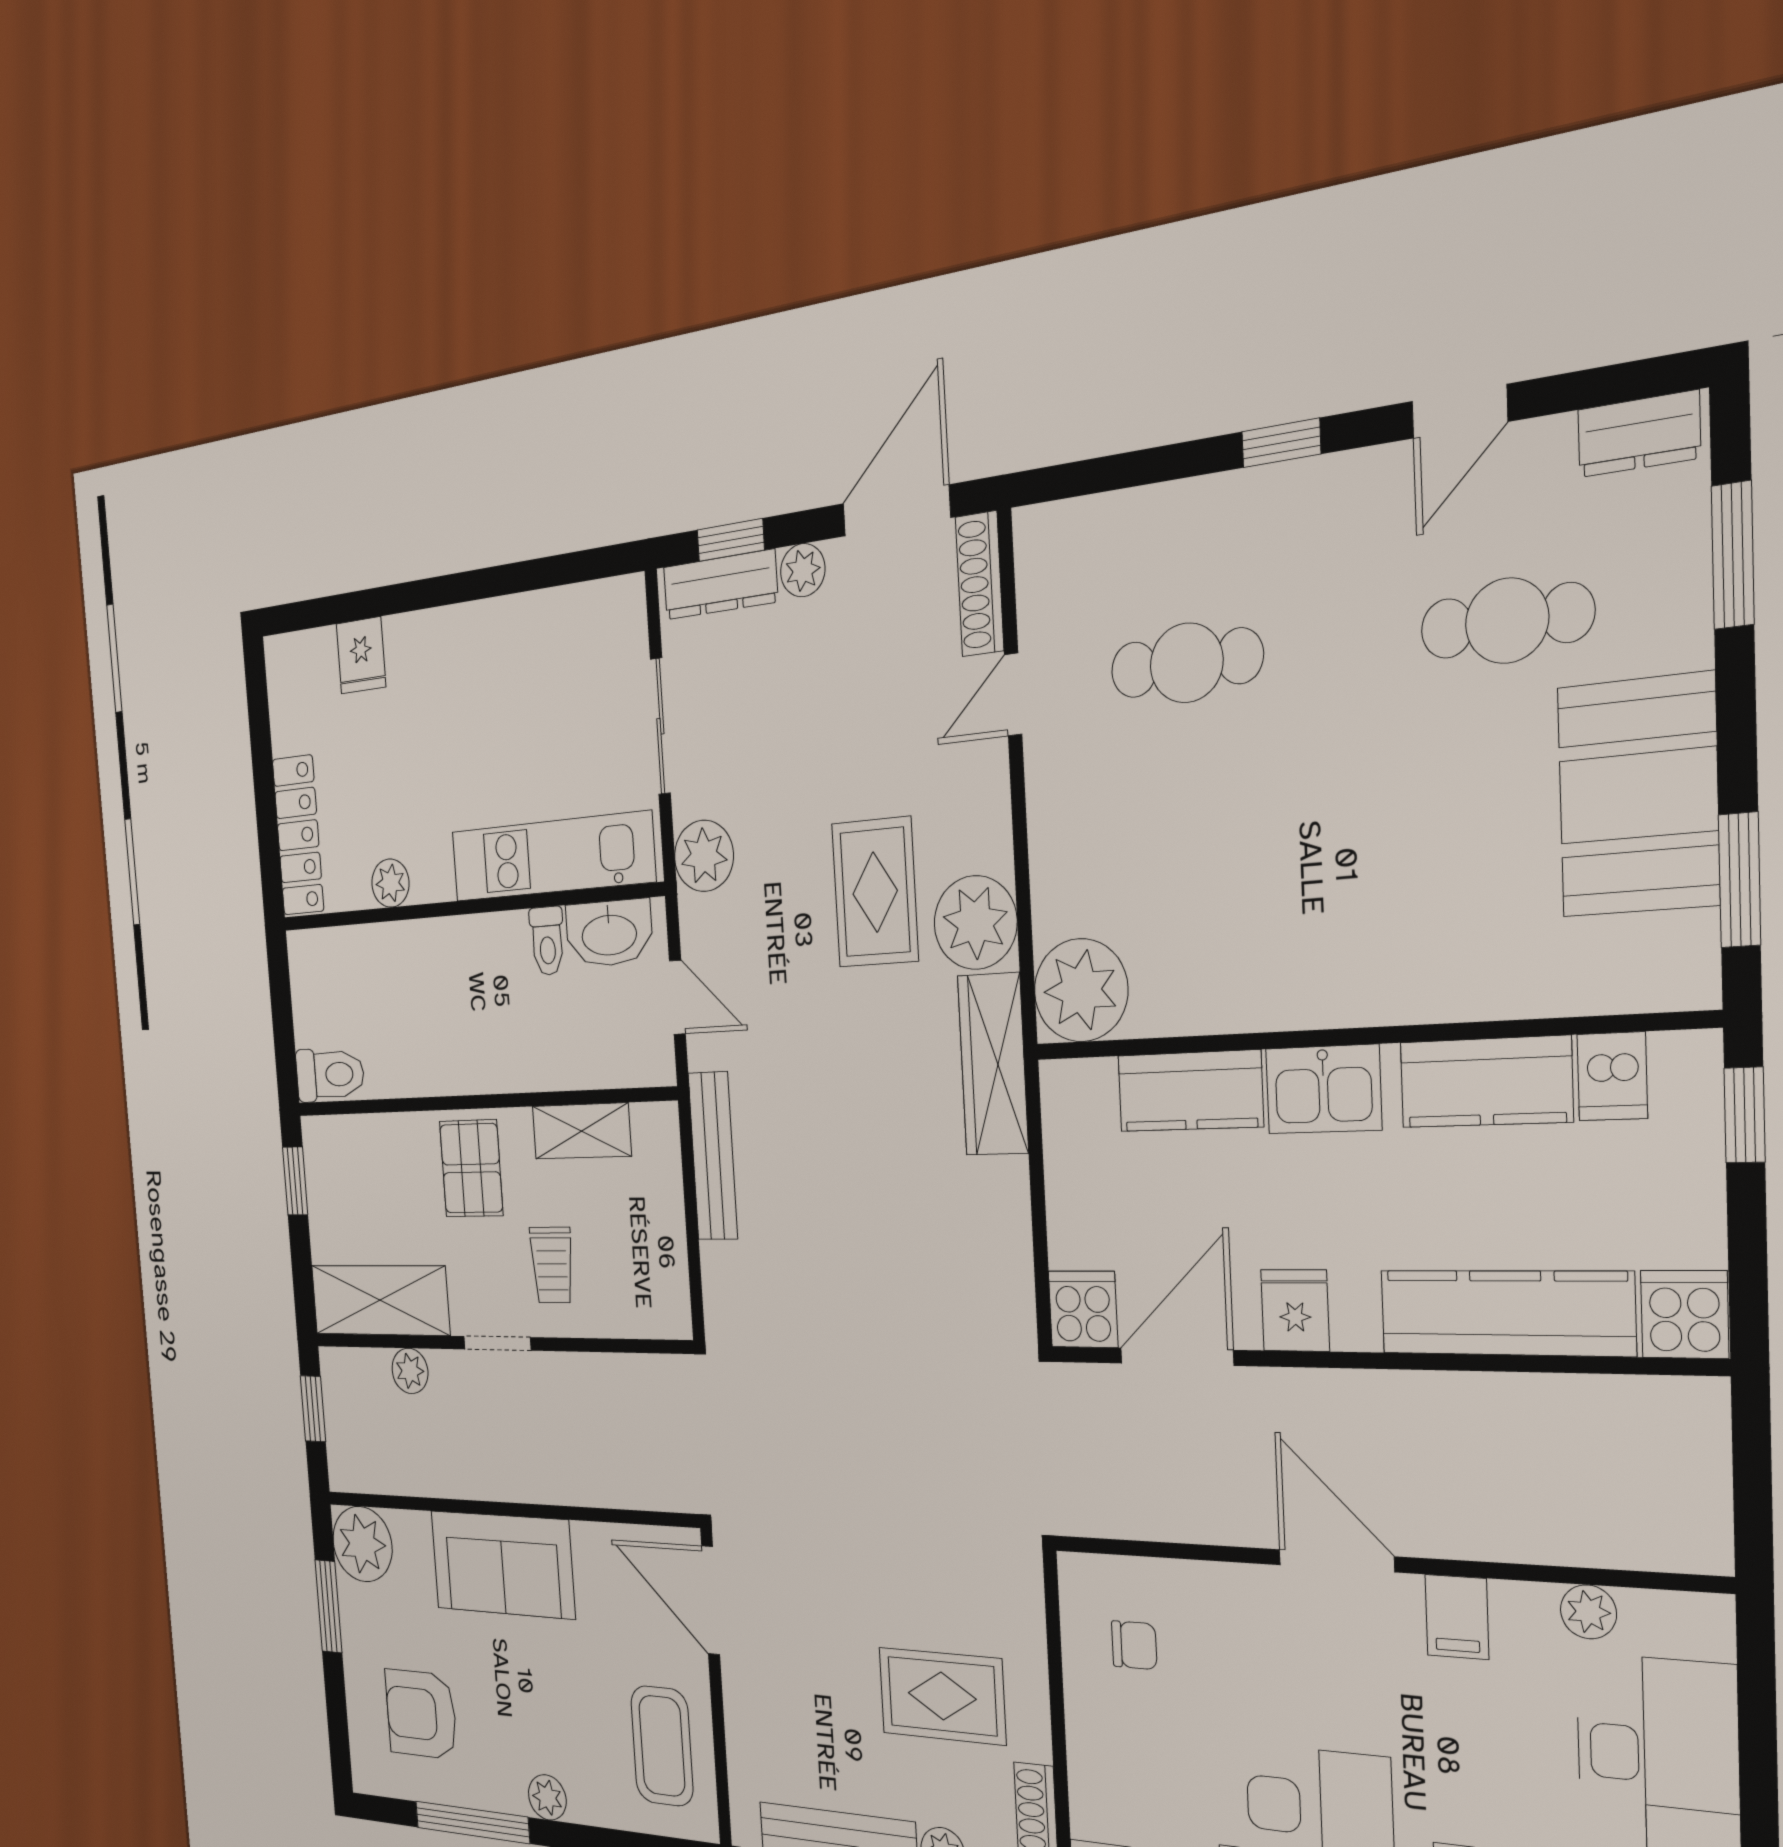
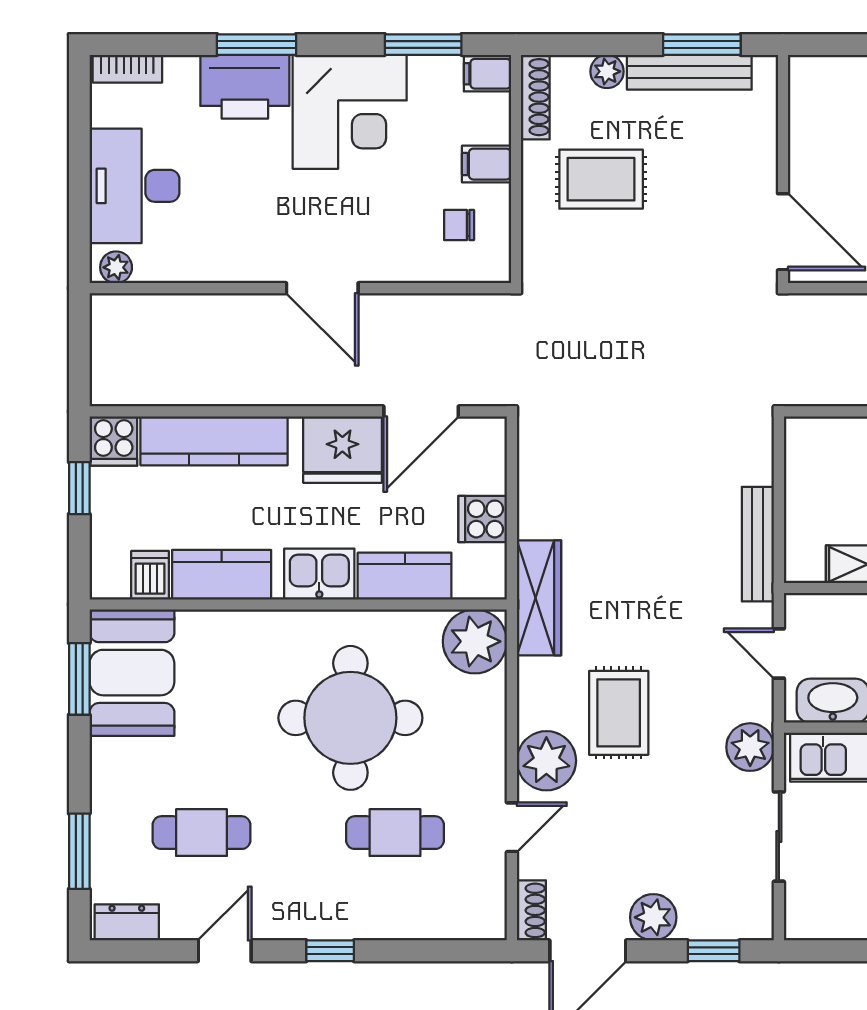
plant: (803, 570) -> (653, 917), width x1.38, depth x1.38
shoe rack: (980, 584) -> (531, 910), width x0.70
dresser: (720, 585) -> (724, 923), removed
booth: (1638, 796) -> (132, 673), moved
round table: (1264, 850) -> (350, 718), added
plant: (975, 923) -> (546, 761), moved
window: (1745, 1115) -> (79, 488), moved
cooker: (1083, 1309) -> (483, 519), moved, turned 90
fridge: (1295, 1310) -> (342, 450), width x1.88, depth x1.34
plant: (1588, 1612) -> (116, 267), moved
filing cabinet: (1457, 1617) -> (486, 164), moved, turned -90
coffee table: (662, 1746) -> (833, 122), removed

